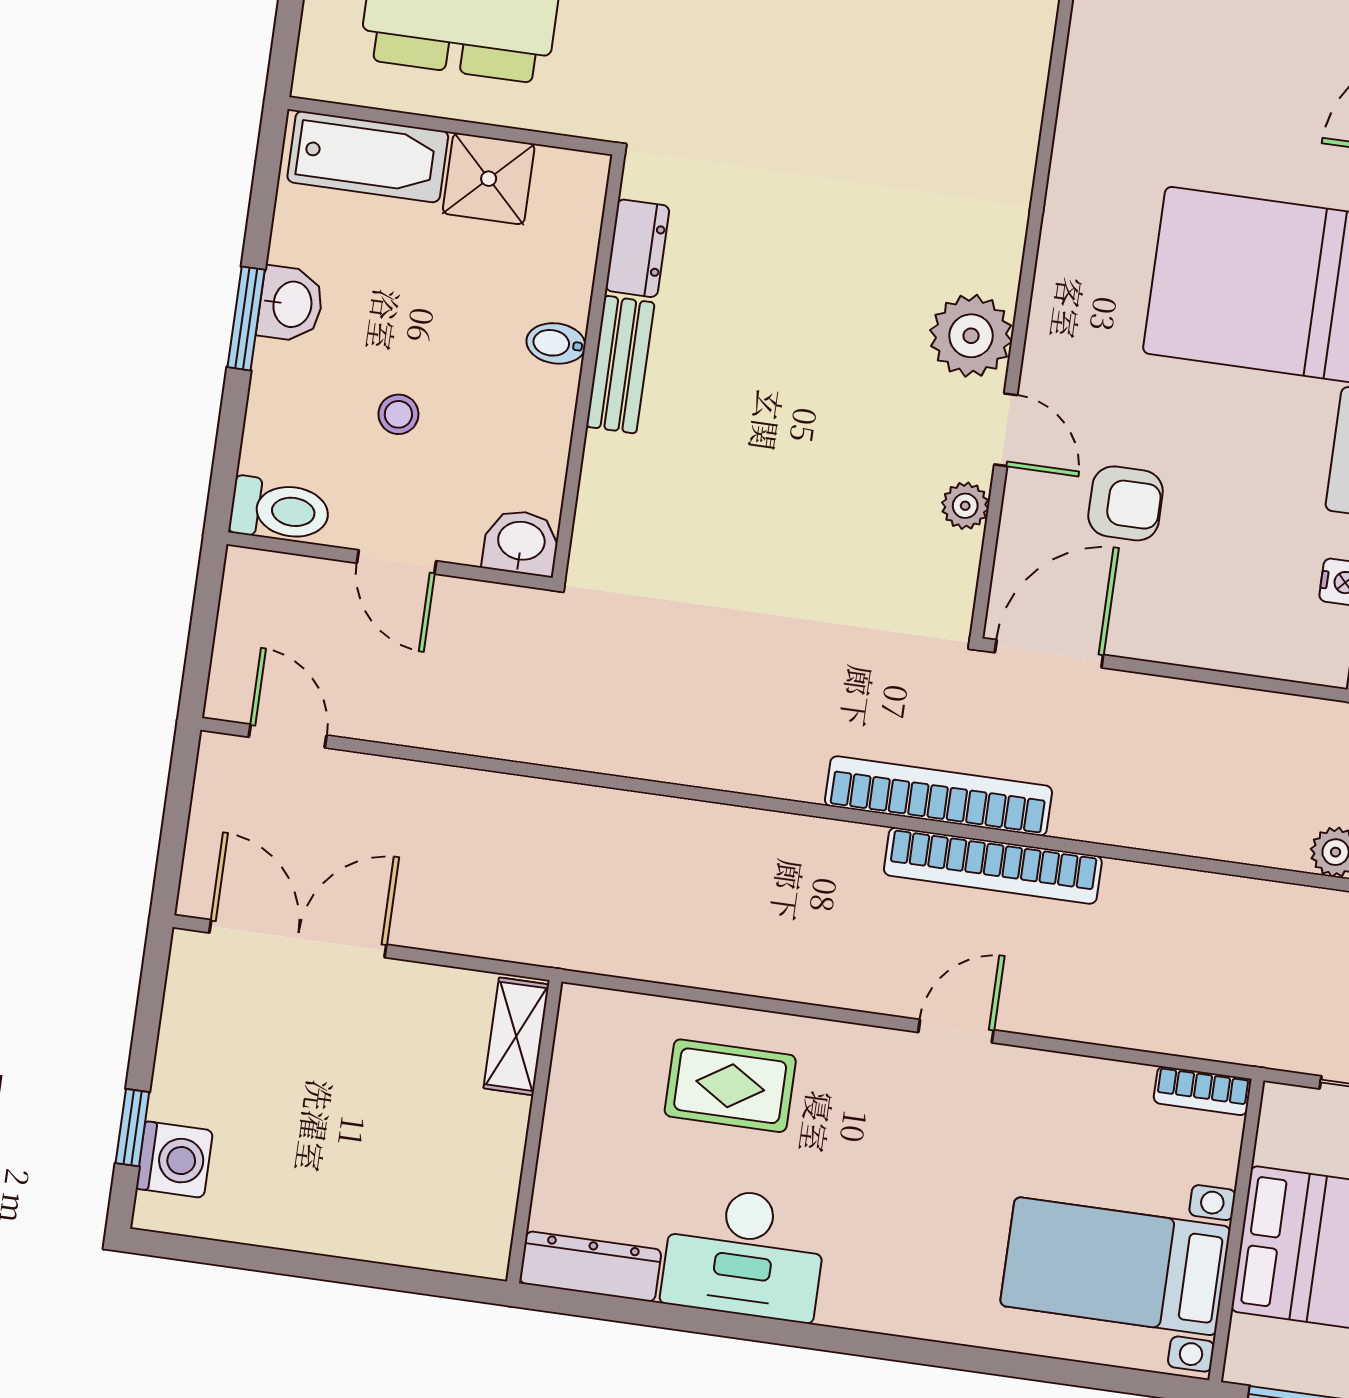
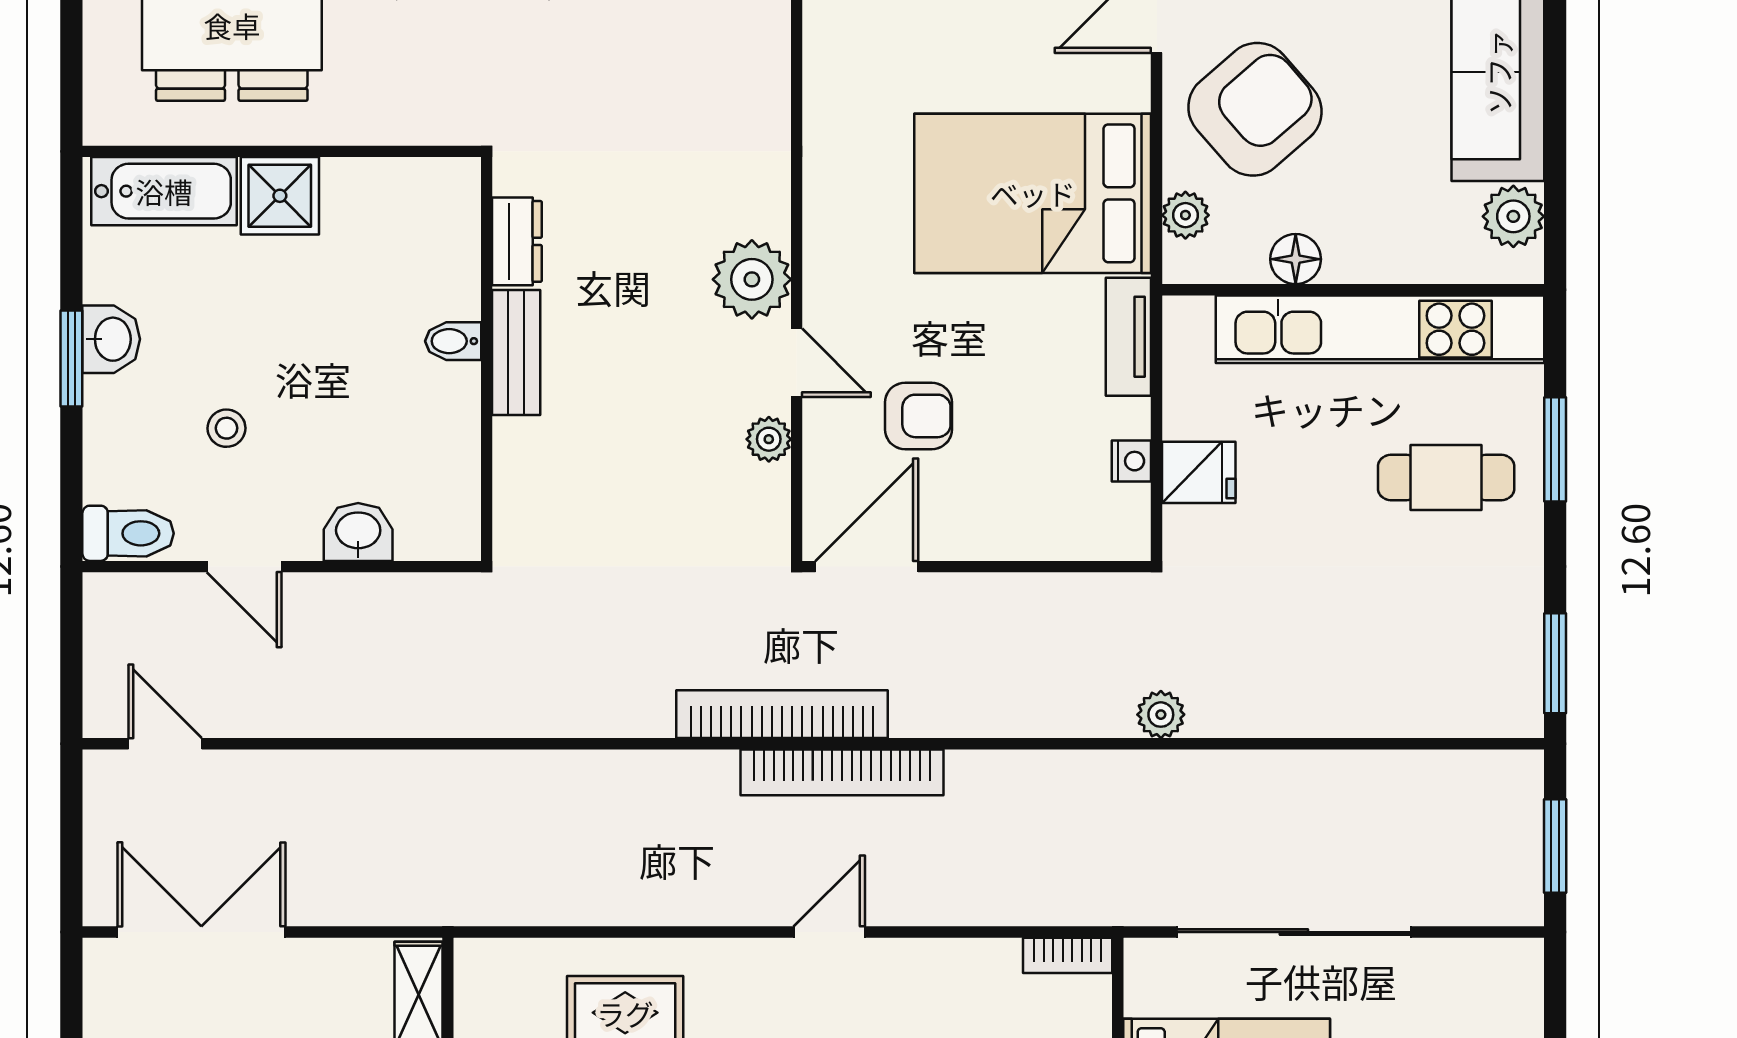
dresser: (637, 248) -> (517, 241), moved
bidet: (556, 343) -> (453, 341), moved
bench: (620, 365) -> (516, 352), moved
wall: (588, 367) -> (487, 359), moved

